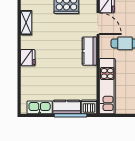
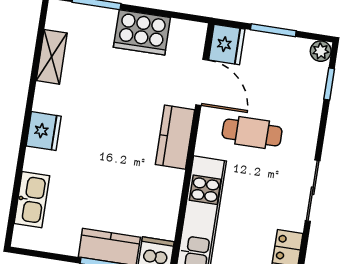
kitchen sink: (40, 107) -> (32, 200), moved, turned 90

